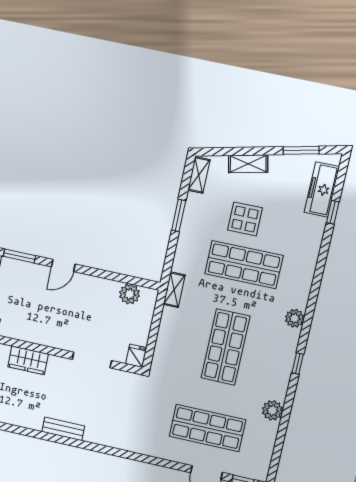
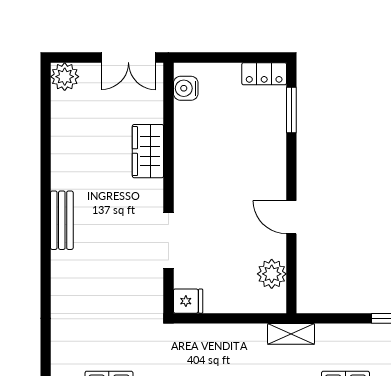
door: (63, 265) -> (291, 217), moved

